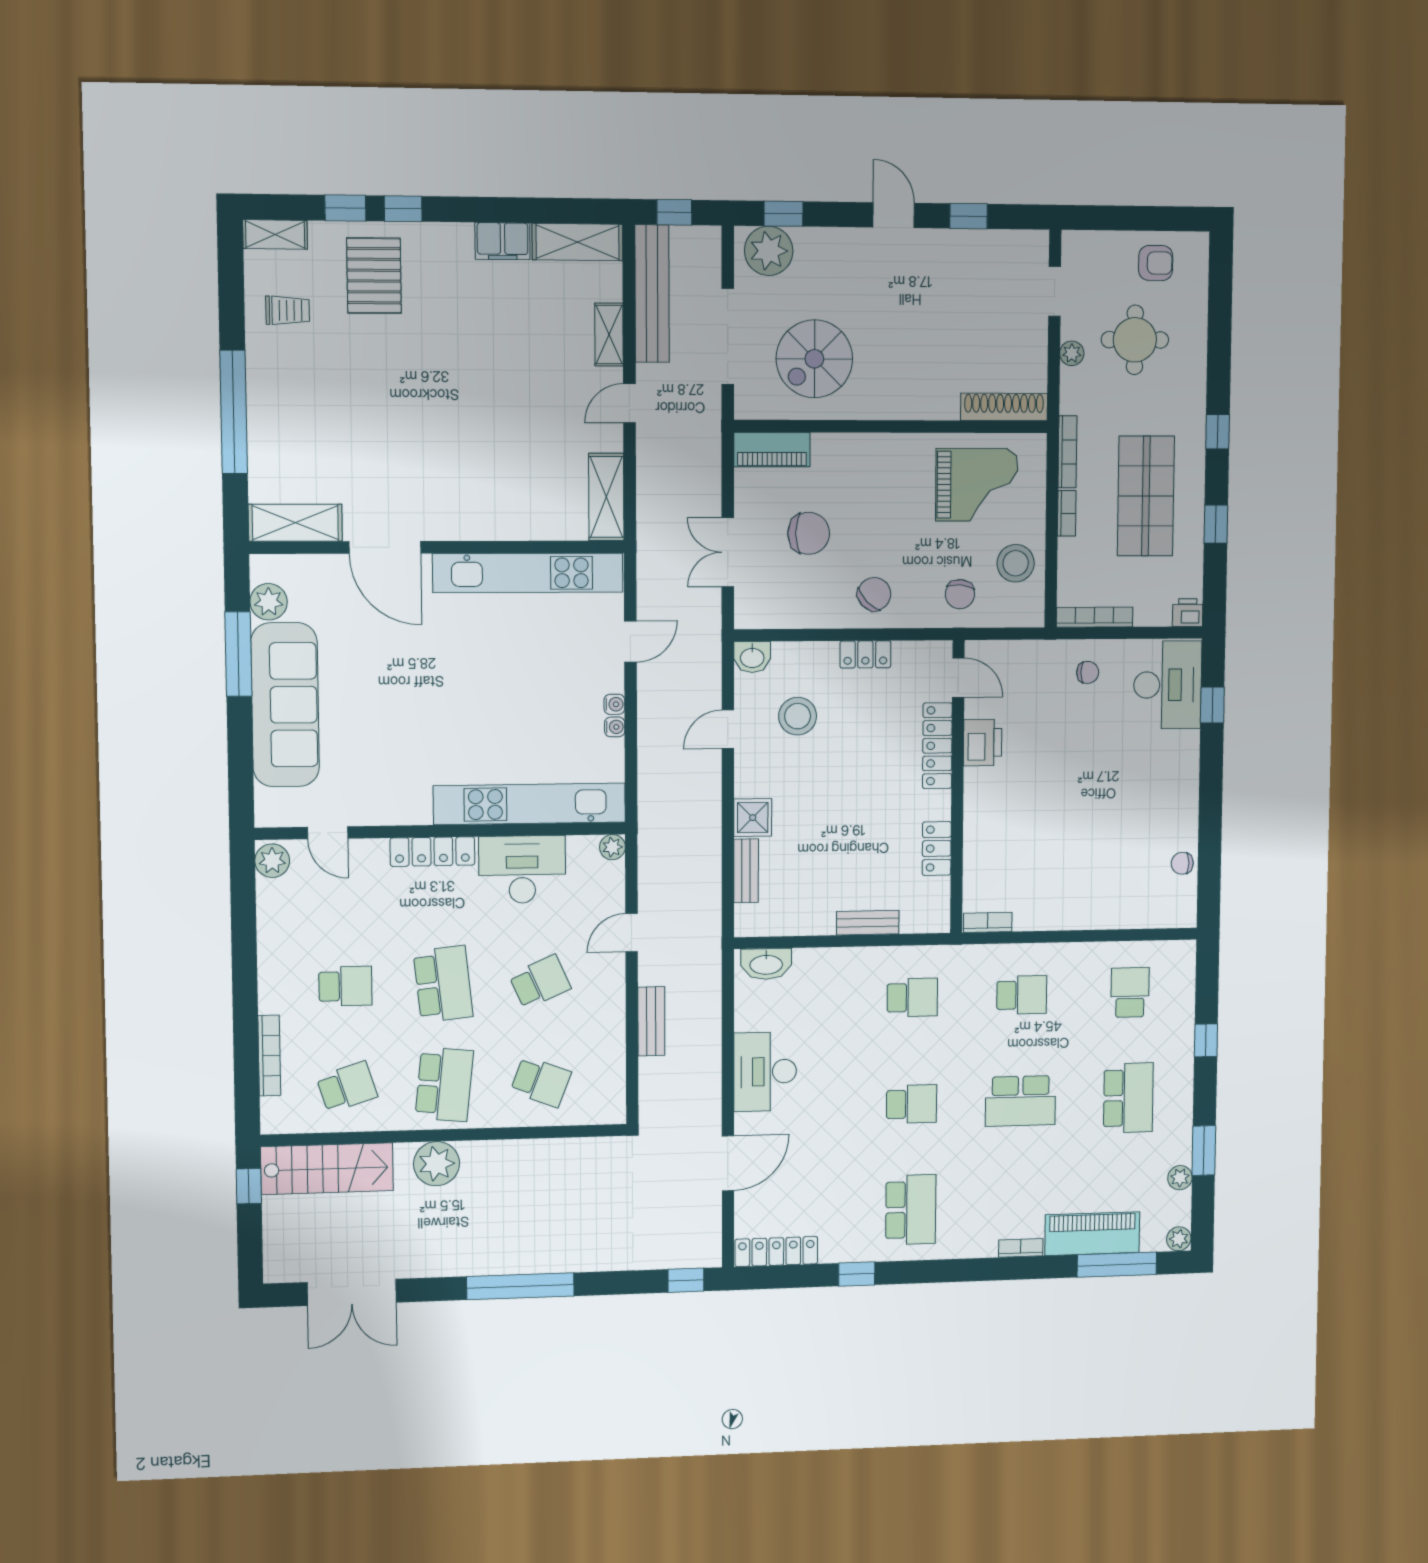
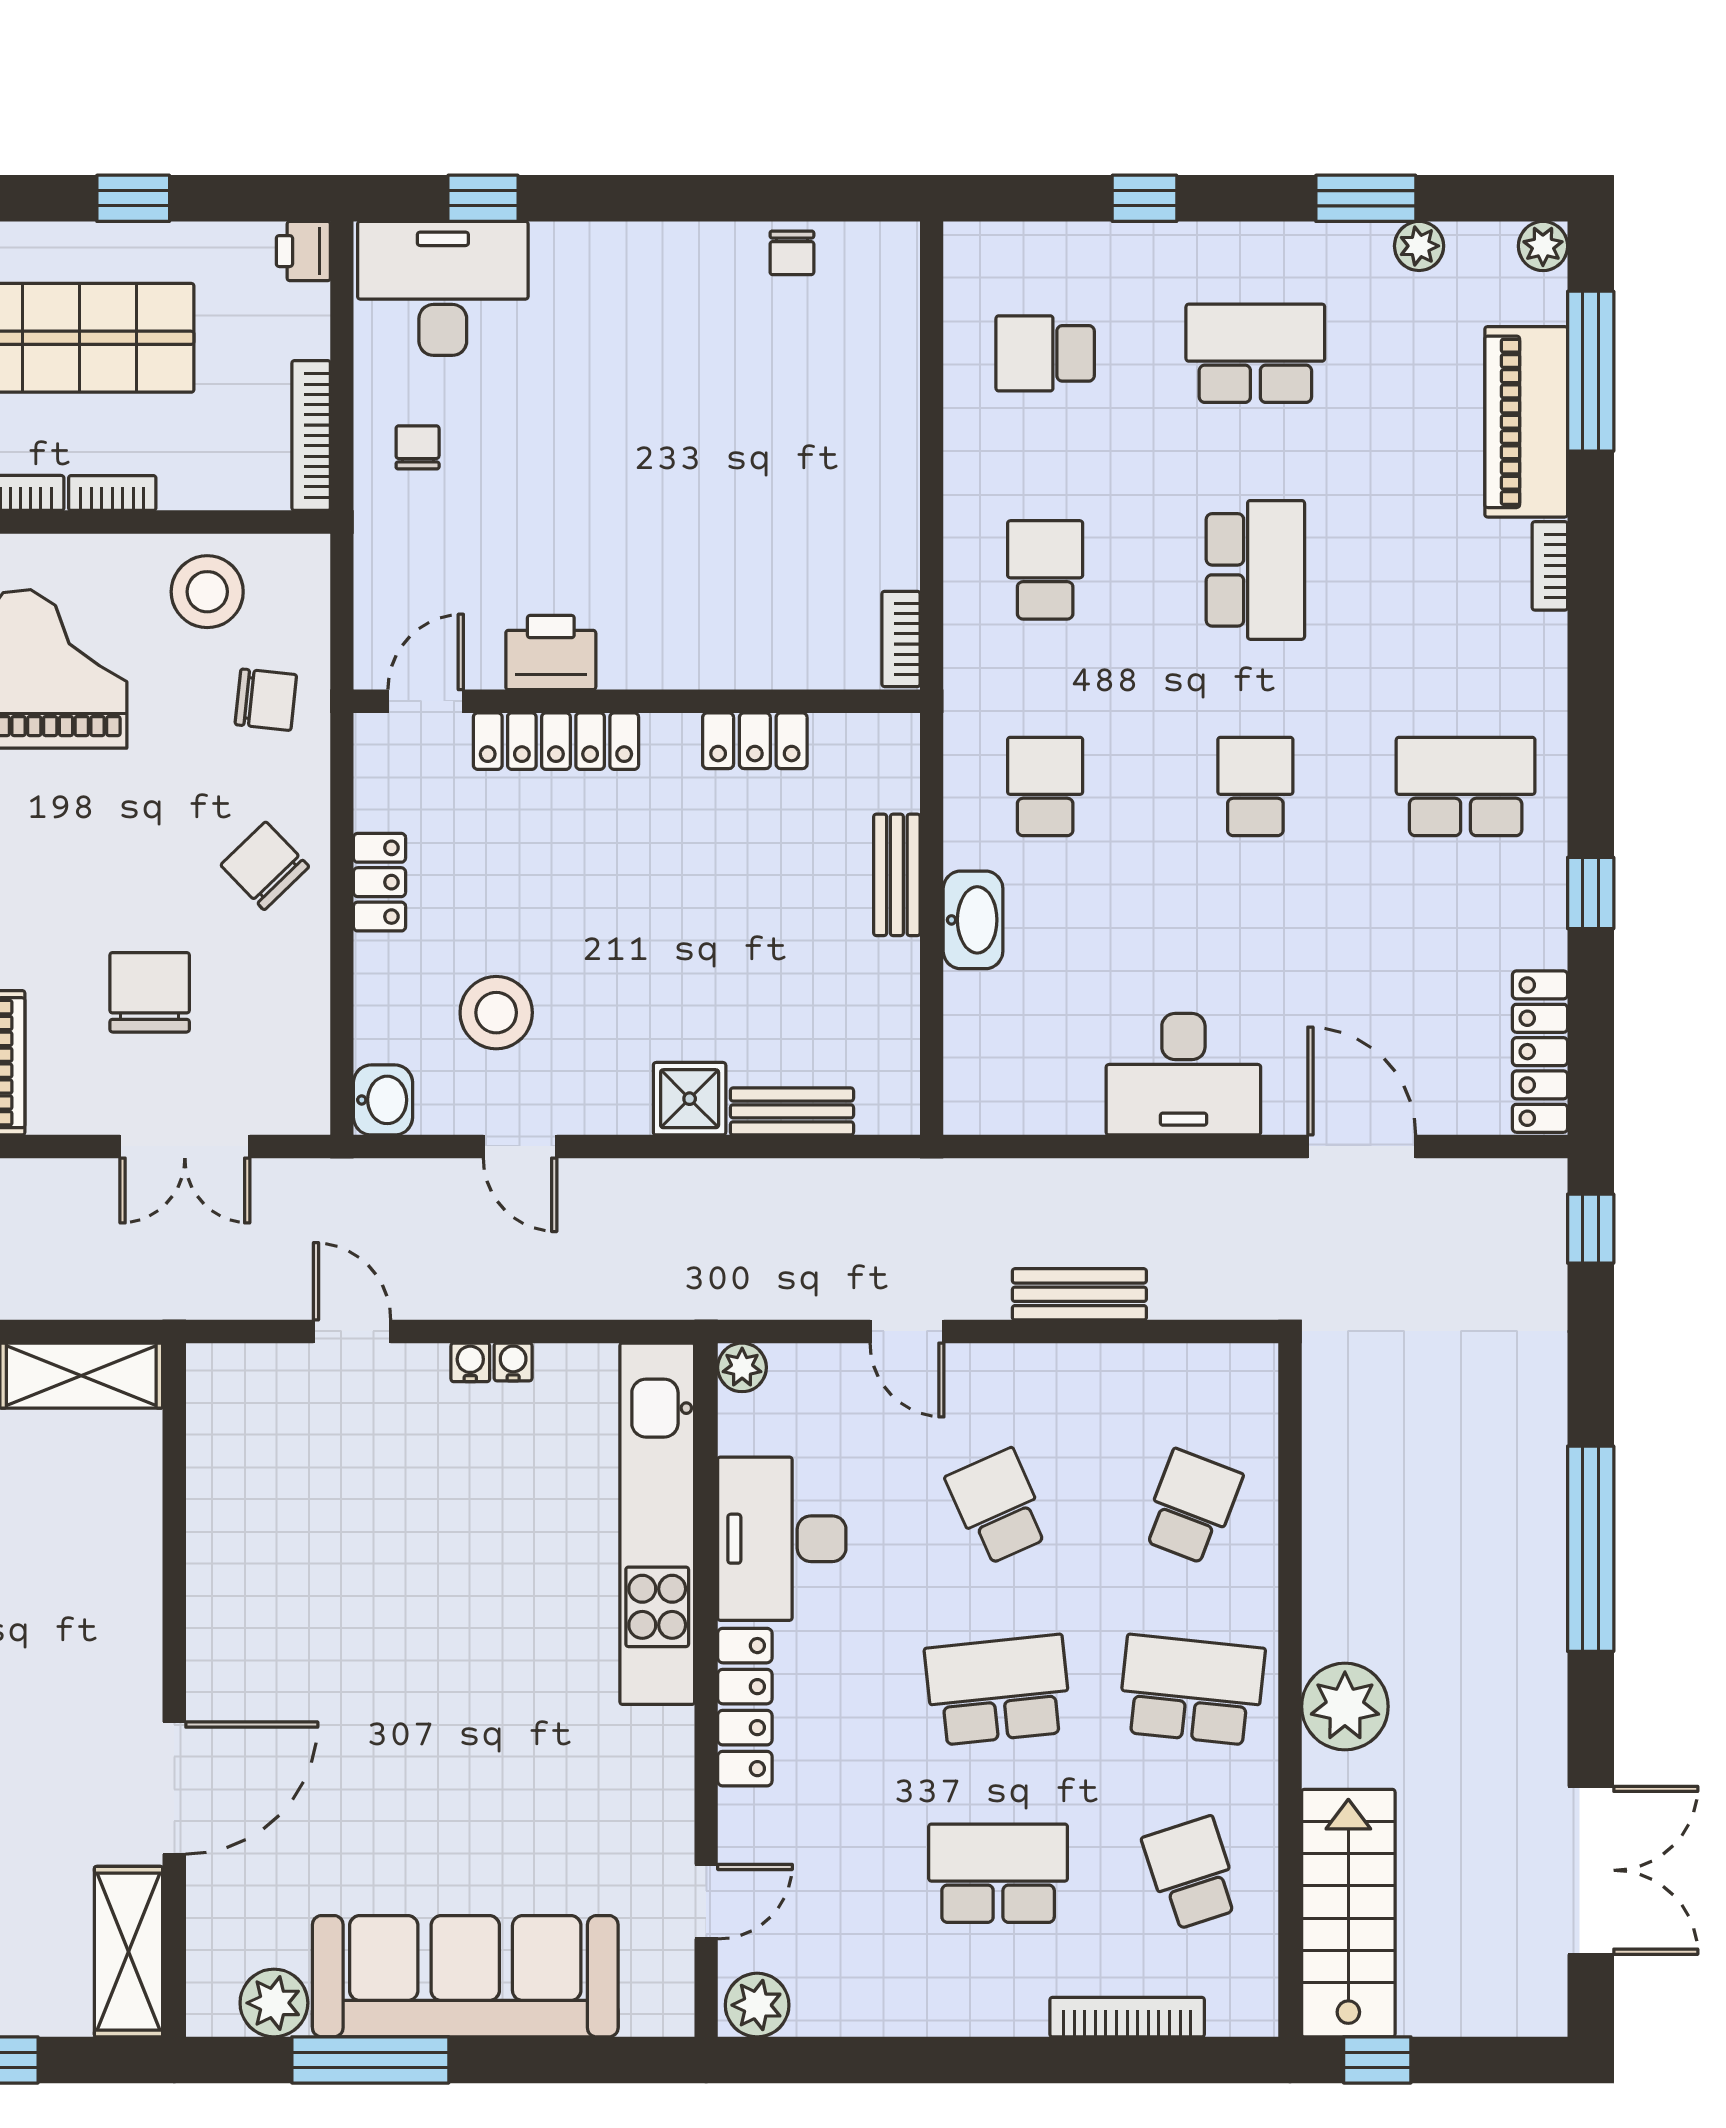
kitchen unit: (528, 573) -> (222, 1523), removed
washbasin: (766, 964) -> (973, 920), moved
school desk: (345, 986) -> (998, 1873), width x1.85

